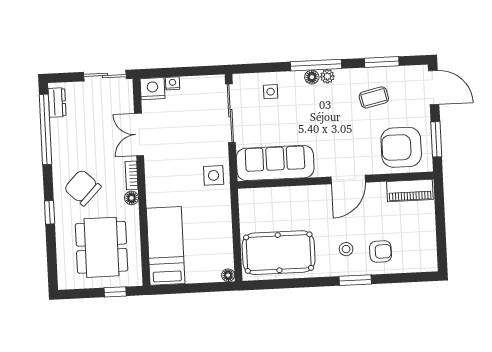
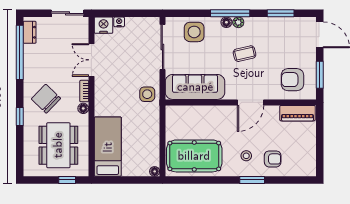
side table: (271, 92) -> (194, 32), width x1.87, depth x1.87
coffee table: (374, 97) -> (245, 54), moved
armchair: (401, 147) -> (292, 80), width x0.73, depth x0.73

